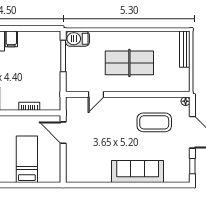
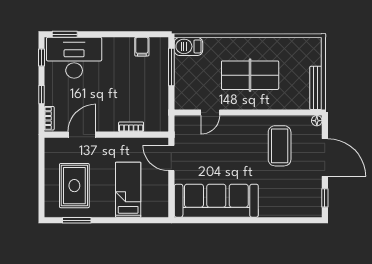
filing cabinet: (11, 39) -> (142, 47), moved
bench: (185, 49) -> (316, 88), moved
coffee table: (154, 122) -> (280, 146), turned 90
sofa: (138, 171) -> (216, 201), moved, width x1.36, depth x1.27

